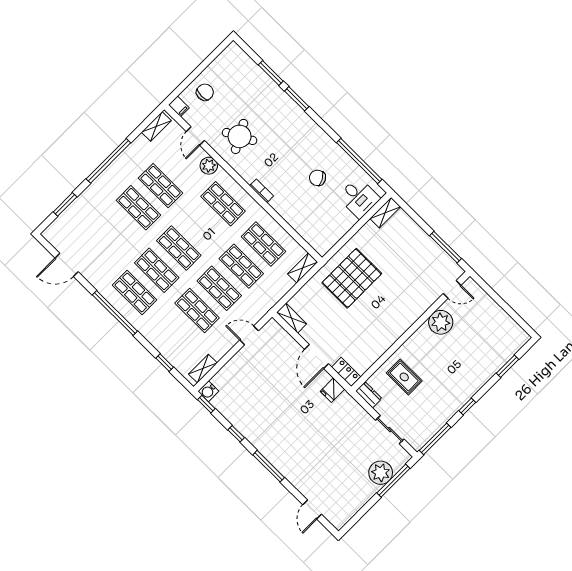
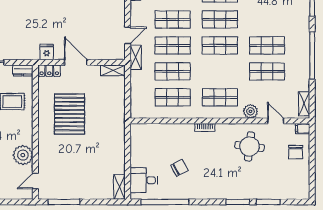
round table: (240, 136) -> (250, 146), turned 35
shelving: (303, 268) -> (136, 57), moved
pallet: (352, 278) -> (69, 114), moved

